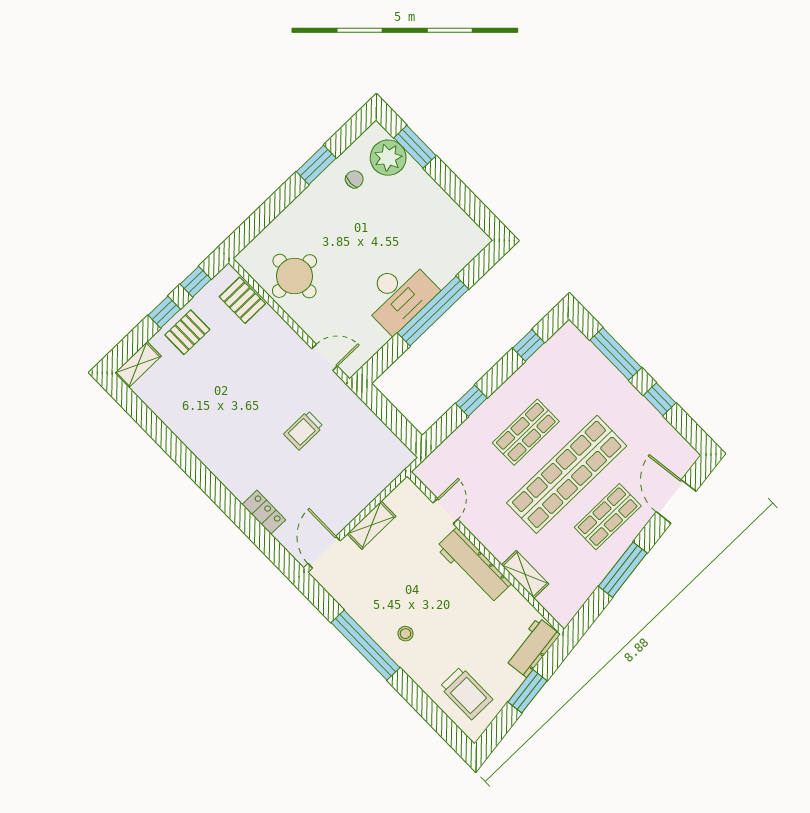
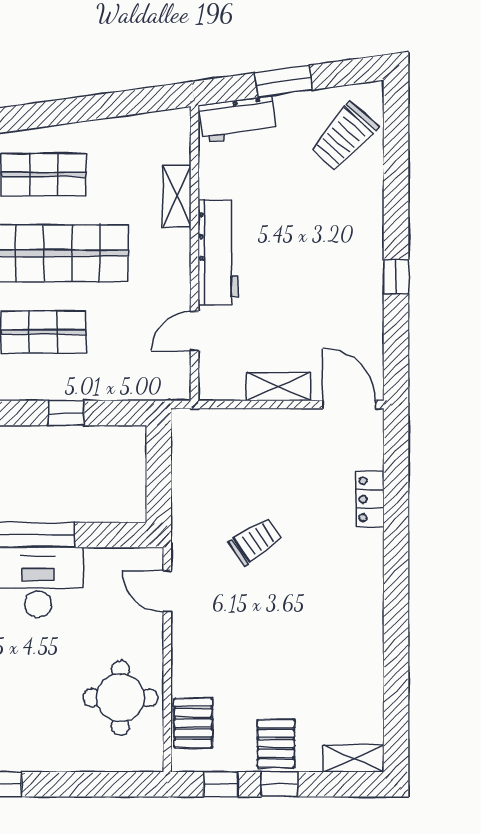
pallet: (187, 332) -> (276, 743), turned 90
trolley: (304, 430) -> (255, 541), turned -34
door: (324, 552) -> (349, 405), swing flipped
window: (623, 570) -> (78, 110), removed
stool: (405, 634) -> (347, 250), removed
window: (365, 645) -> (396, 277), width x0.32
trolley: (466, 693) -> (344, 137), turned -138

